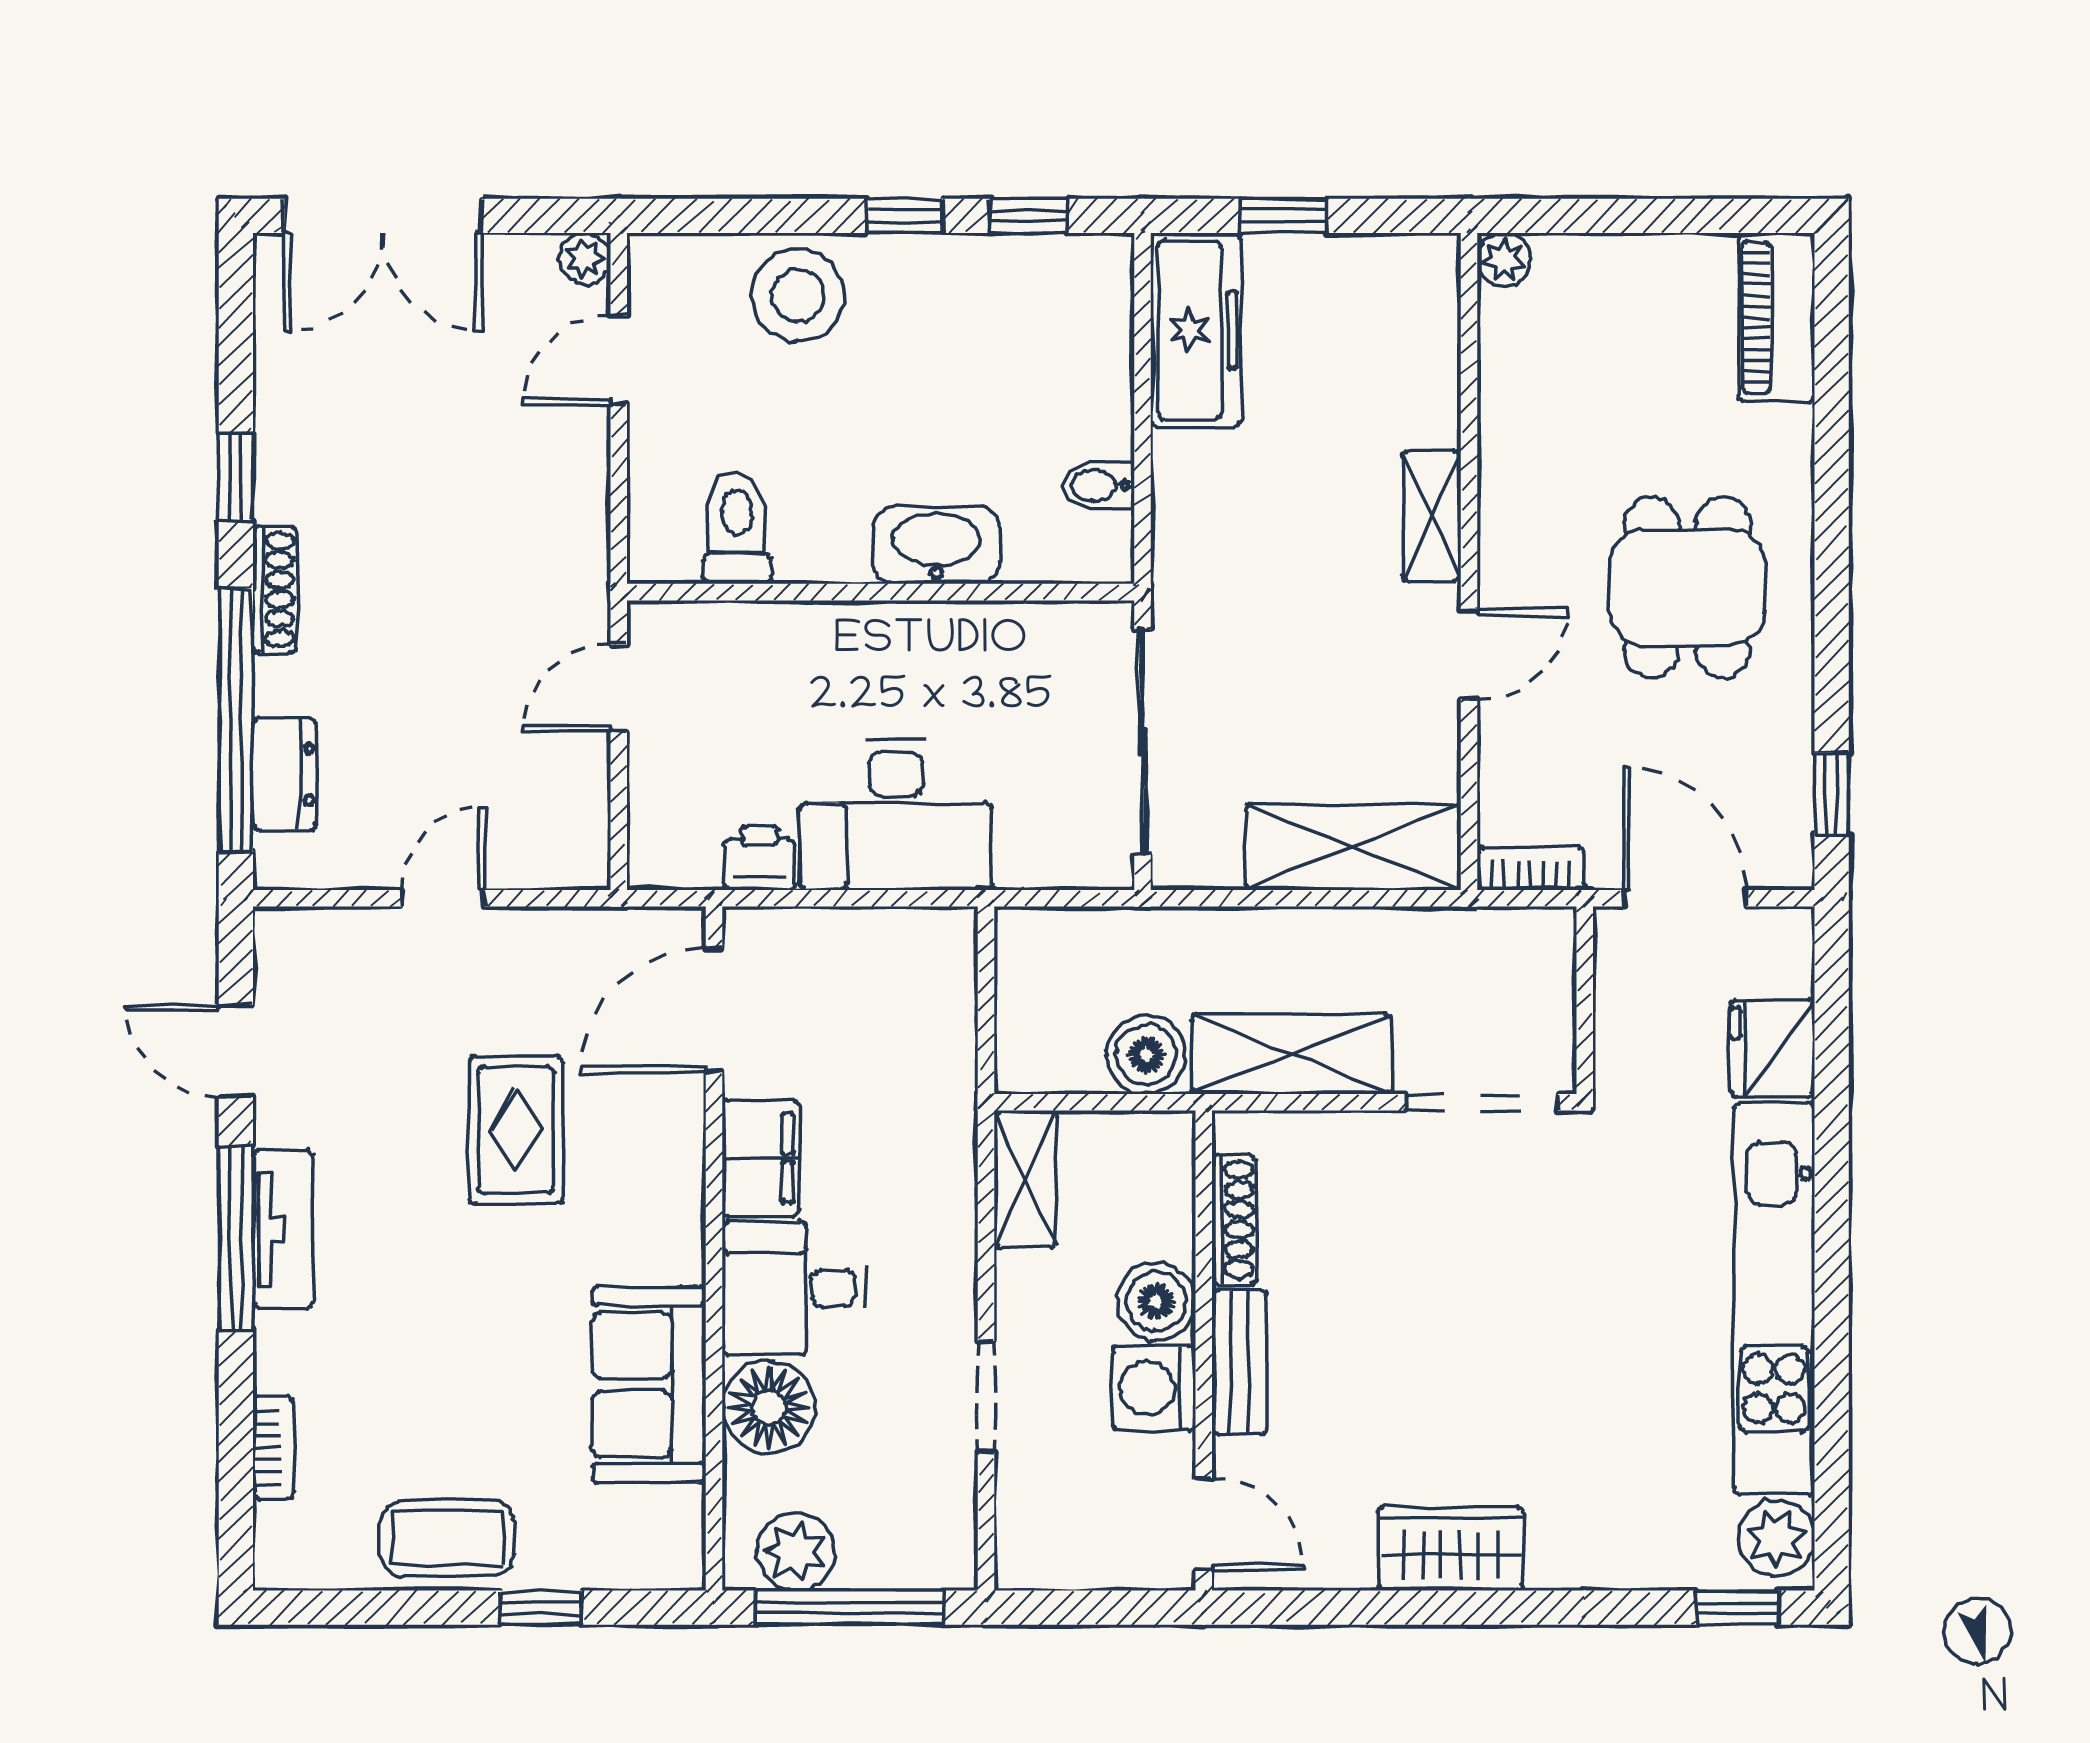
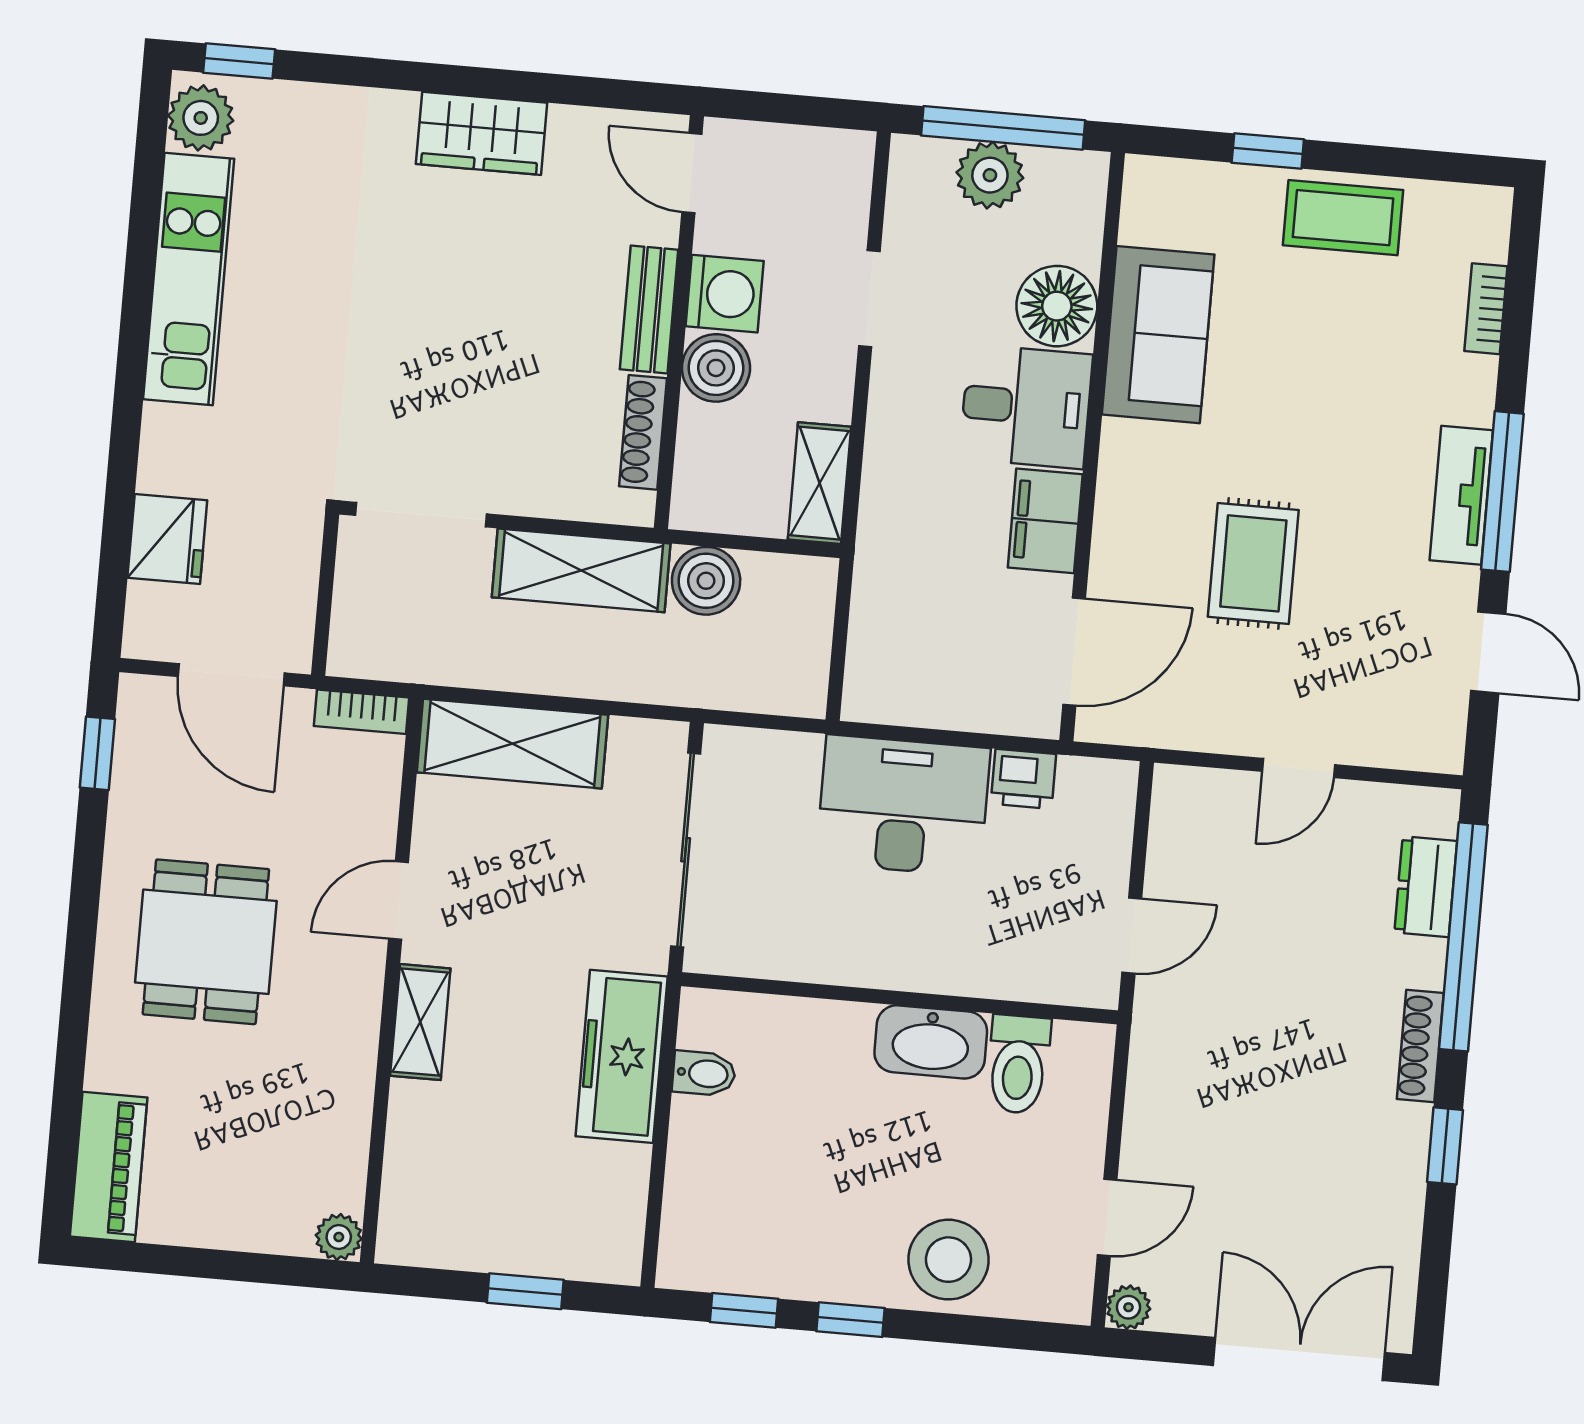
freezer: (1196, 330) -> (622, 1056), moved
washbasin: (936, 545) -> (931, 1042), moved
kitchen unit: (1774, 1299) -> (189, 279), width x0.73
plant: (796, 1552) -> (990, 175), moved

